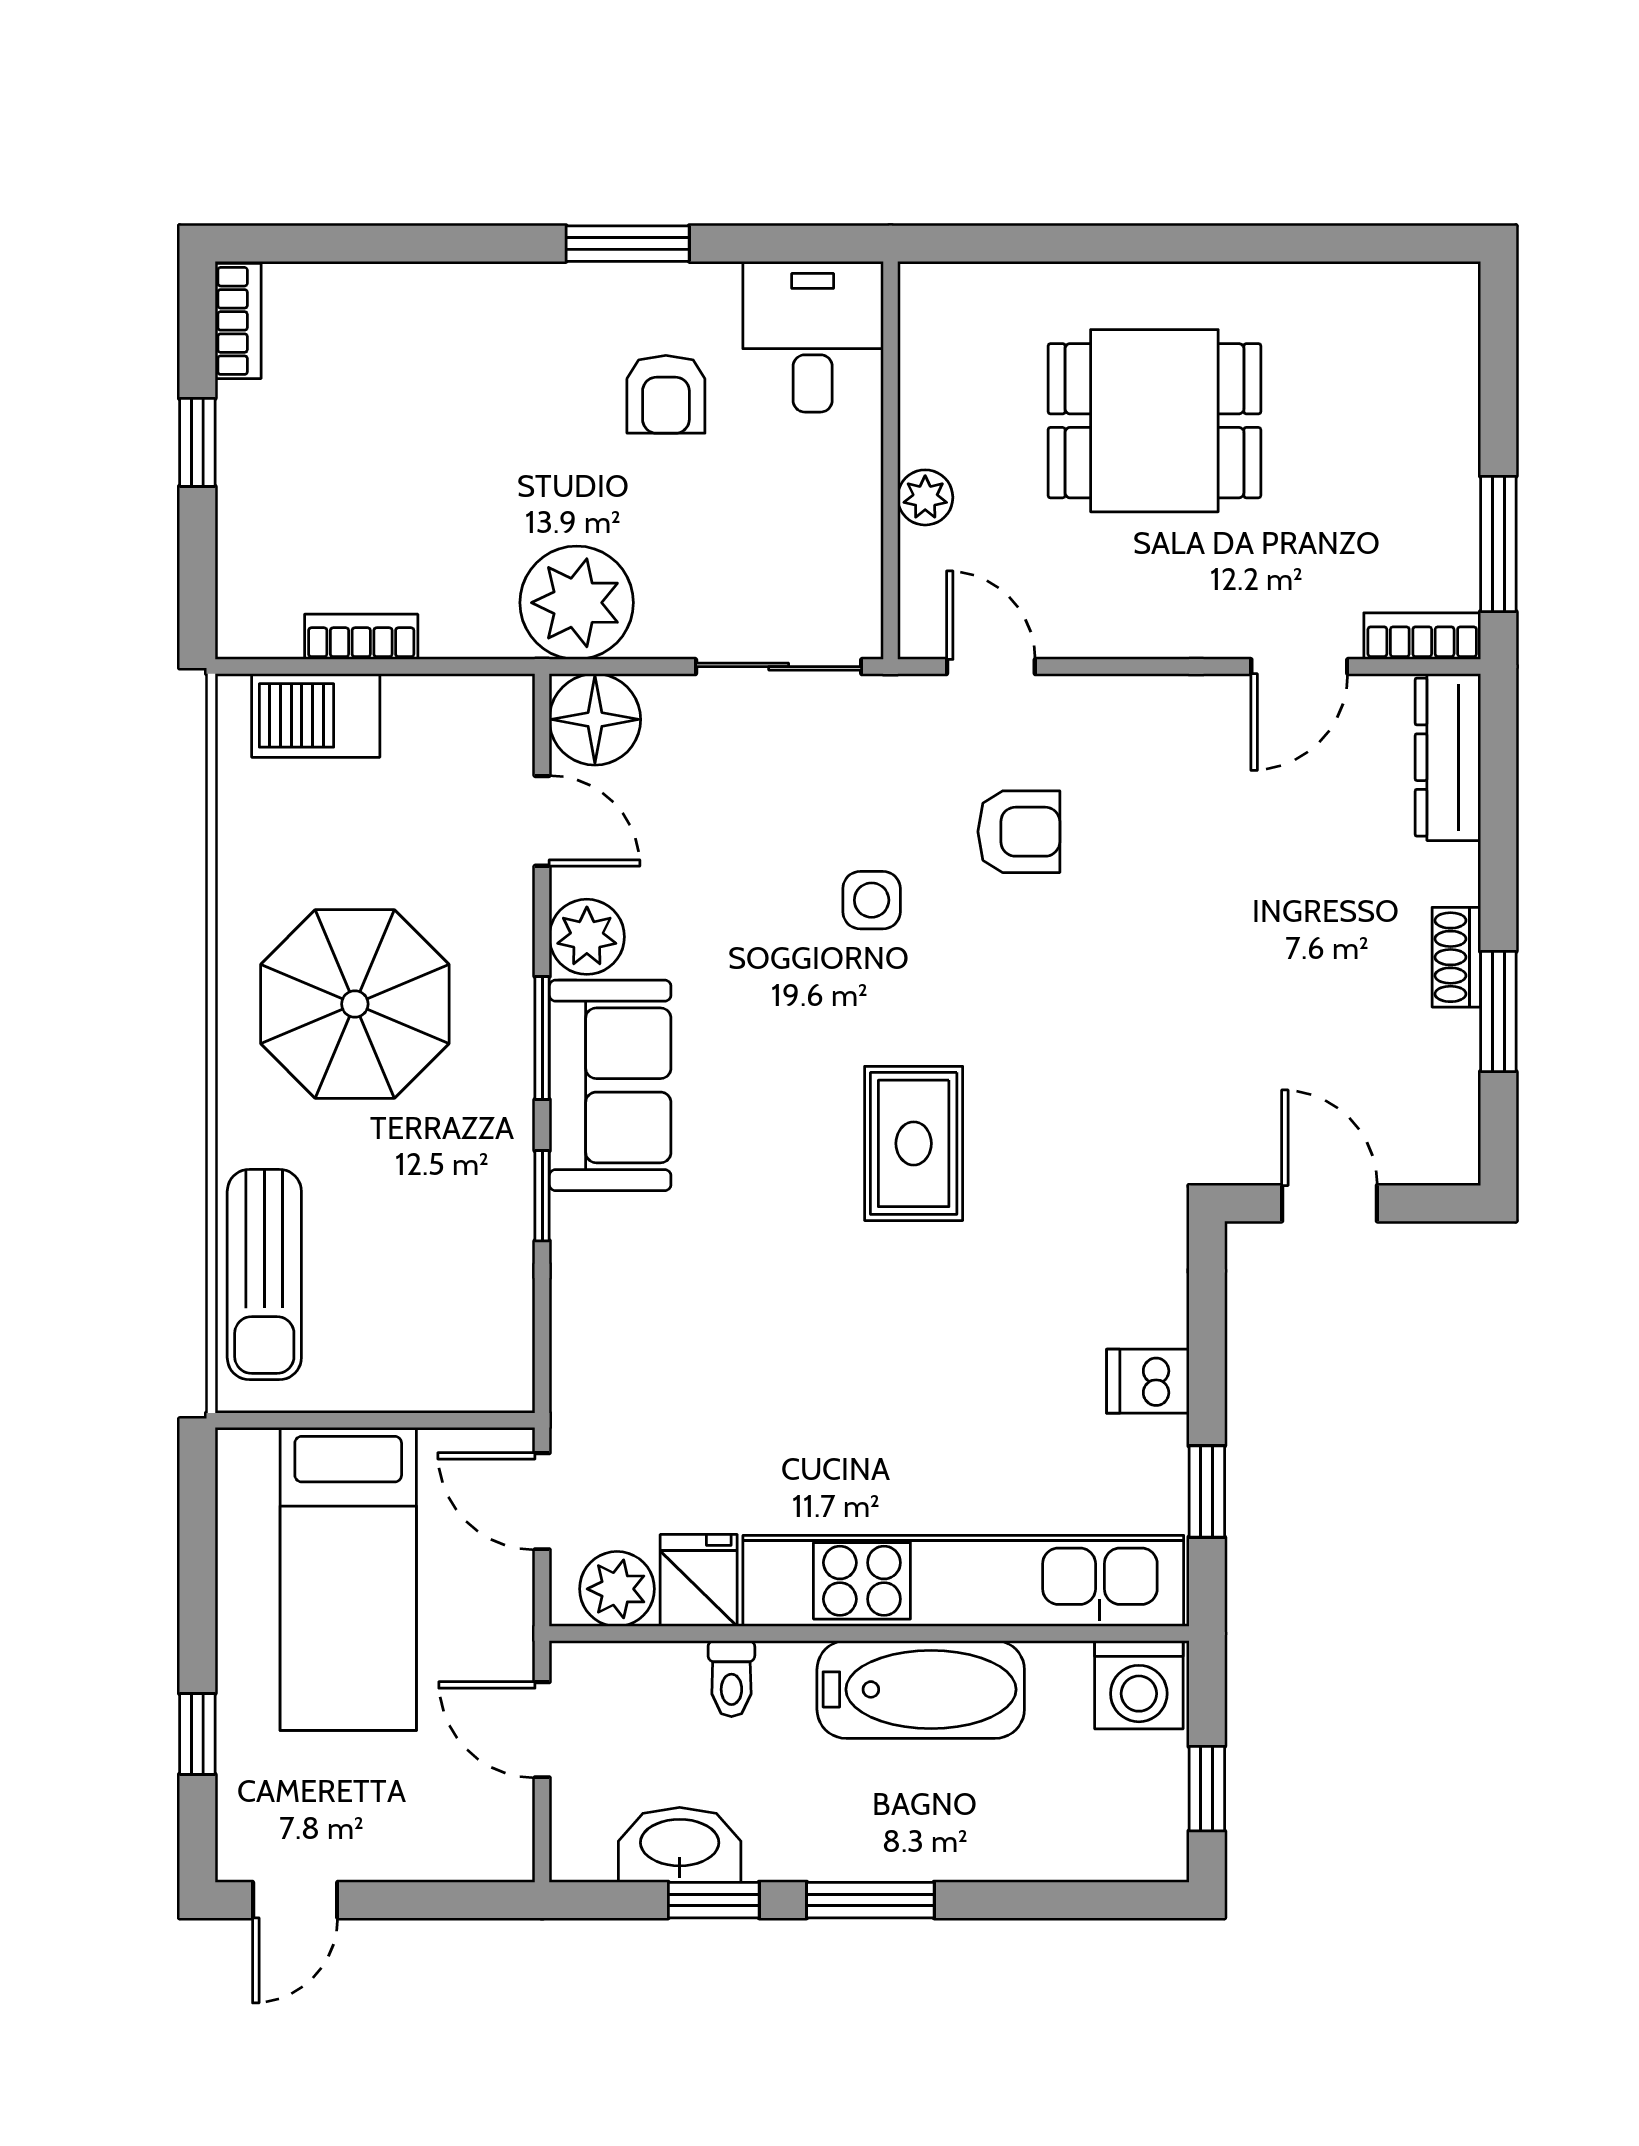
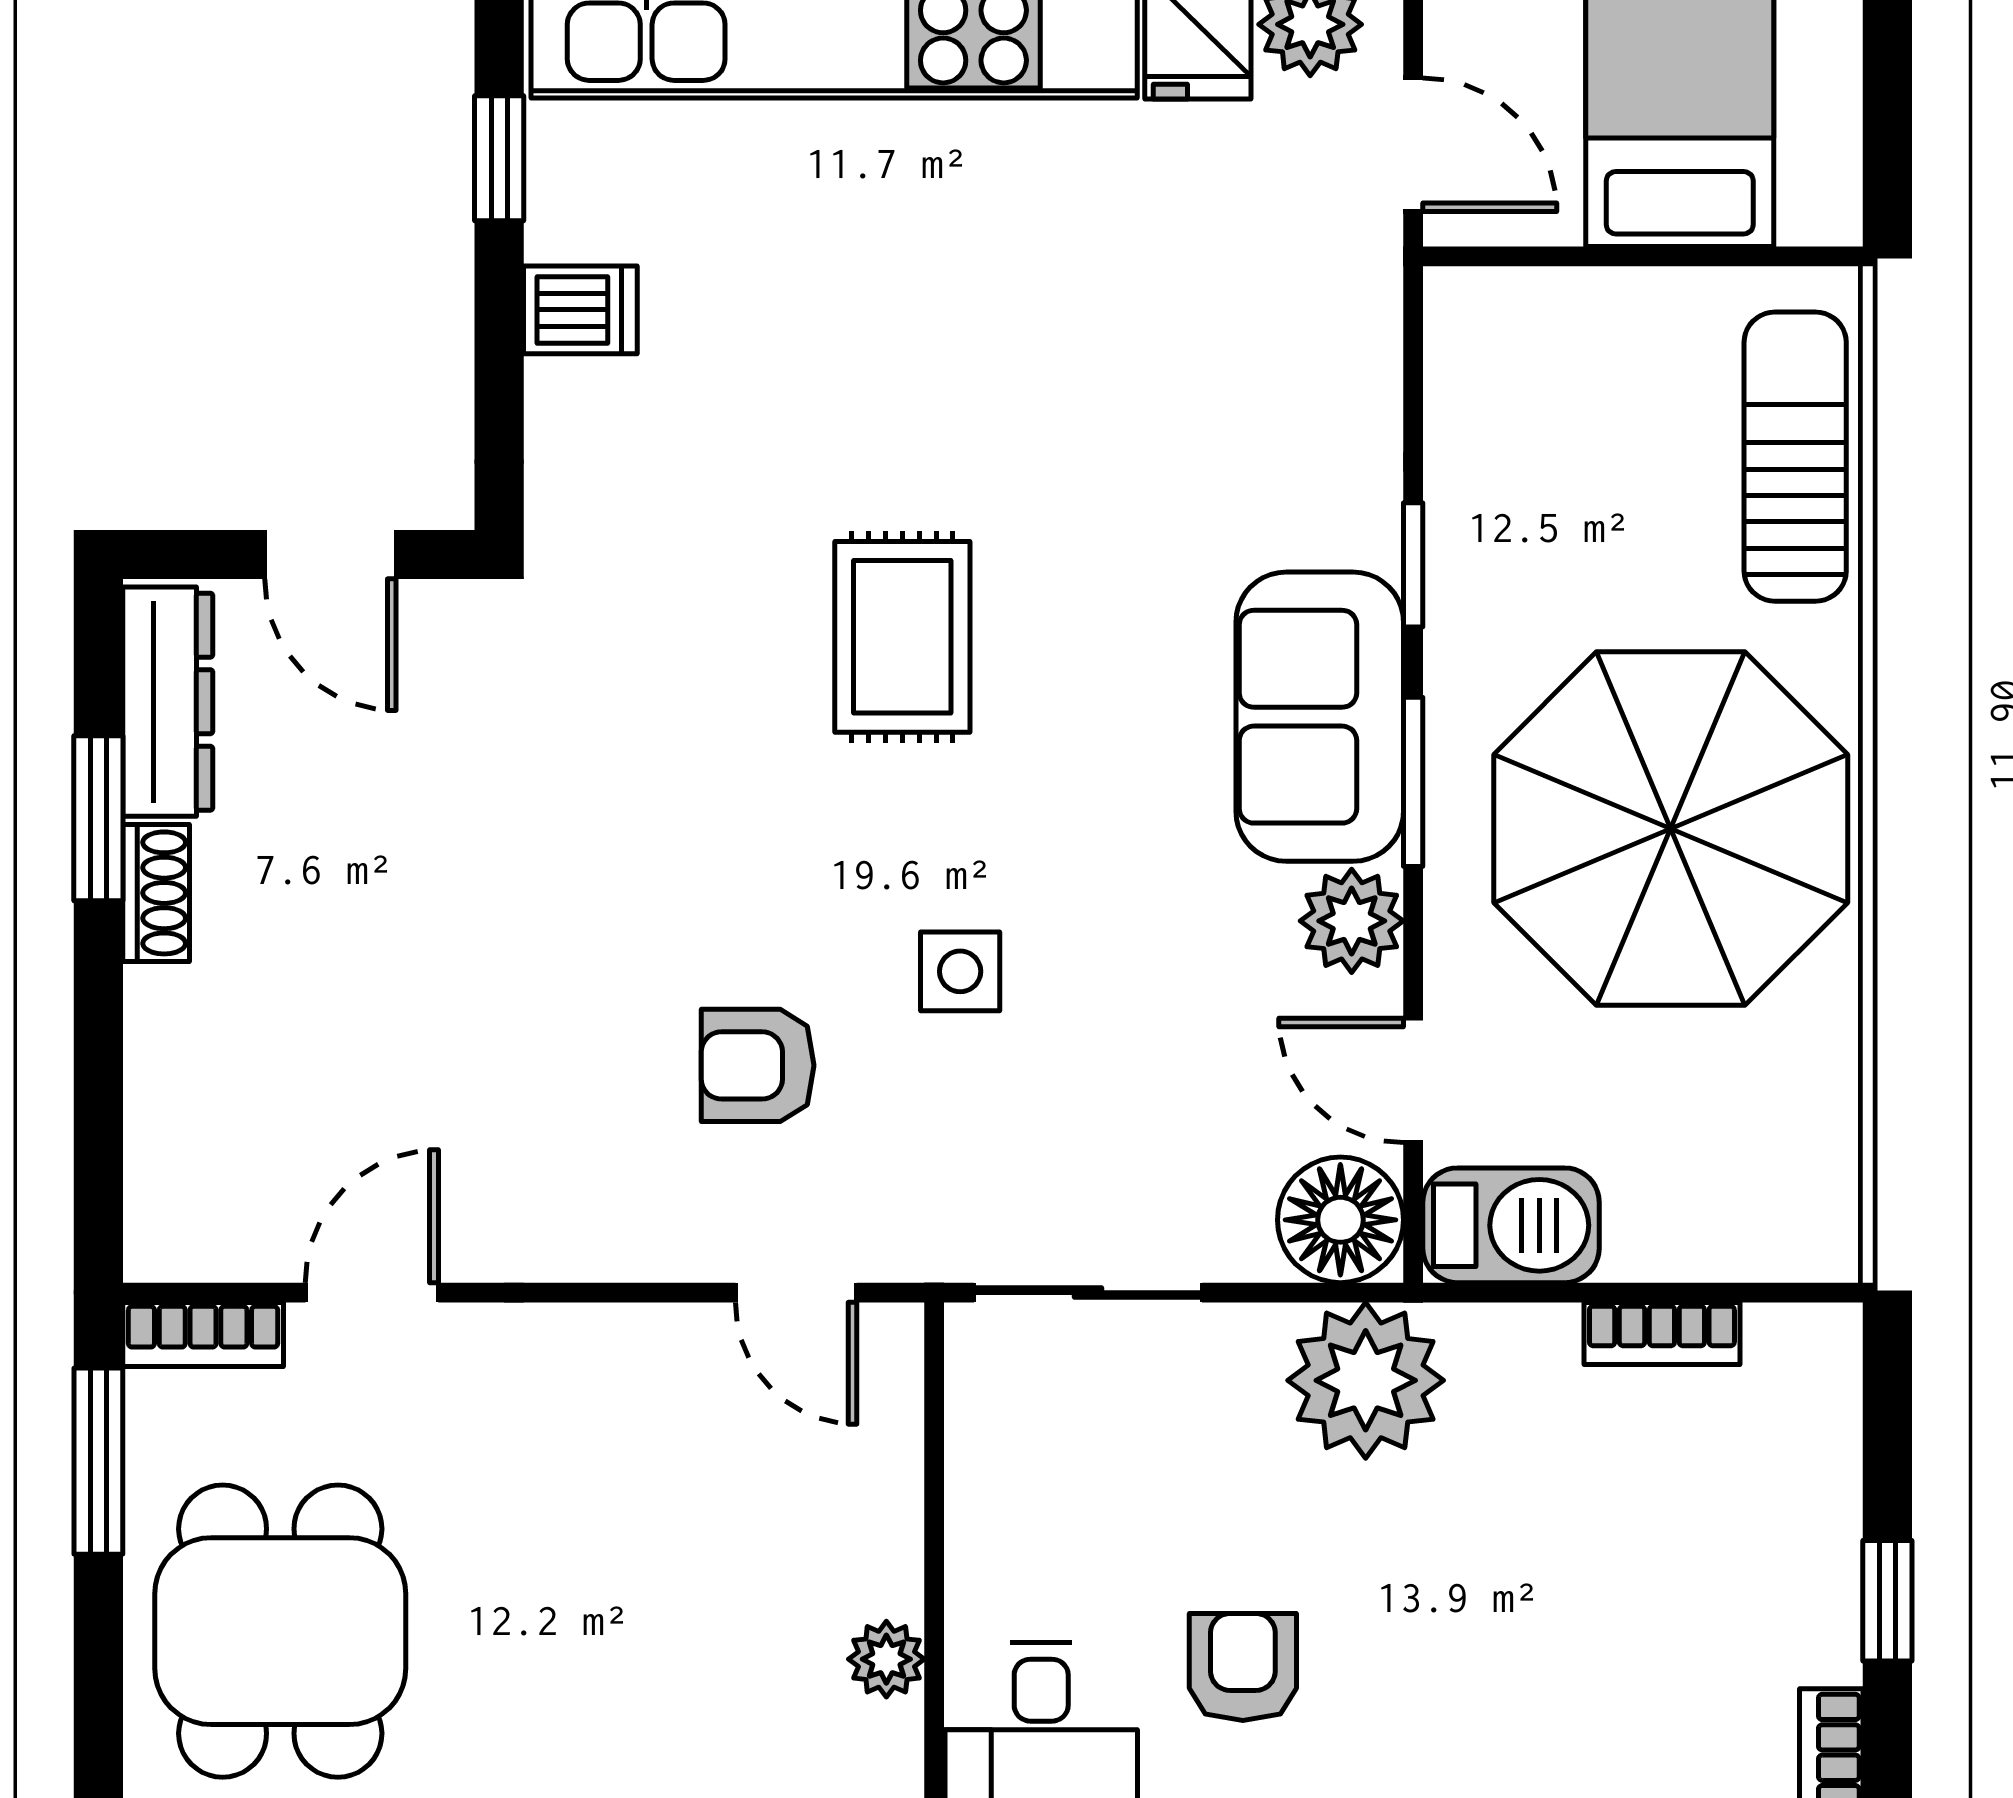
dining table: (1154, 421) -> (280, 1631), moved, turned 90
plant: (925, 497) -> (886, 1659), moved
barbecue: (316, 715) -> (1511, 1225), moved
dresser: (1448, 757) -> (168, 702), moved
parasol: (355, 1004) -> (1671, 829), width x1.36, depth x1.36

